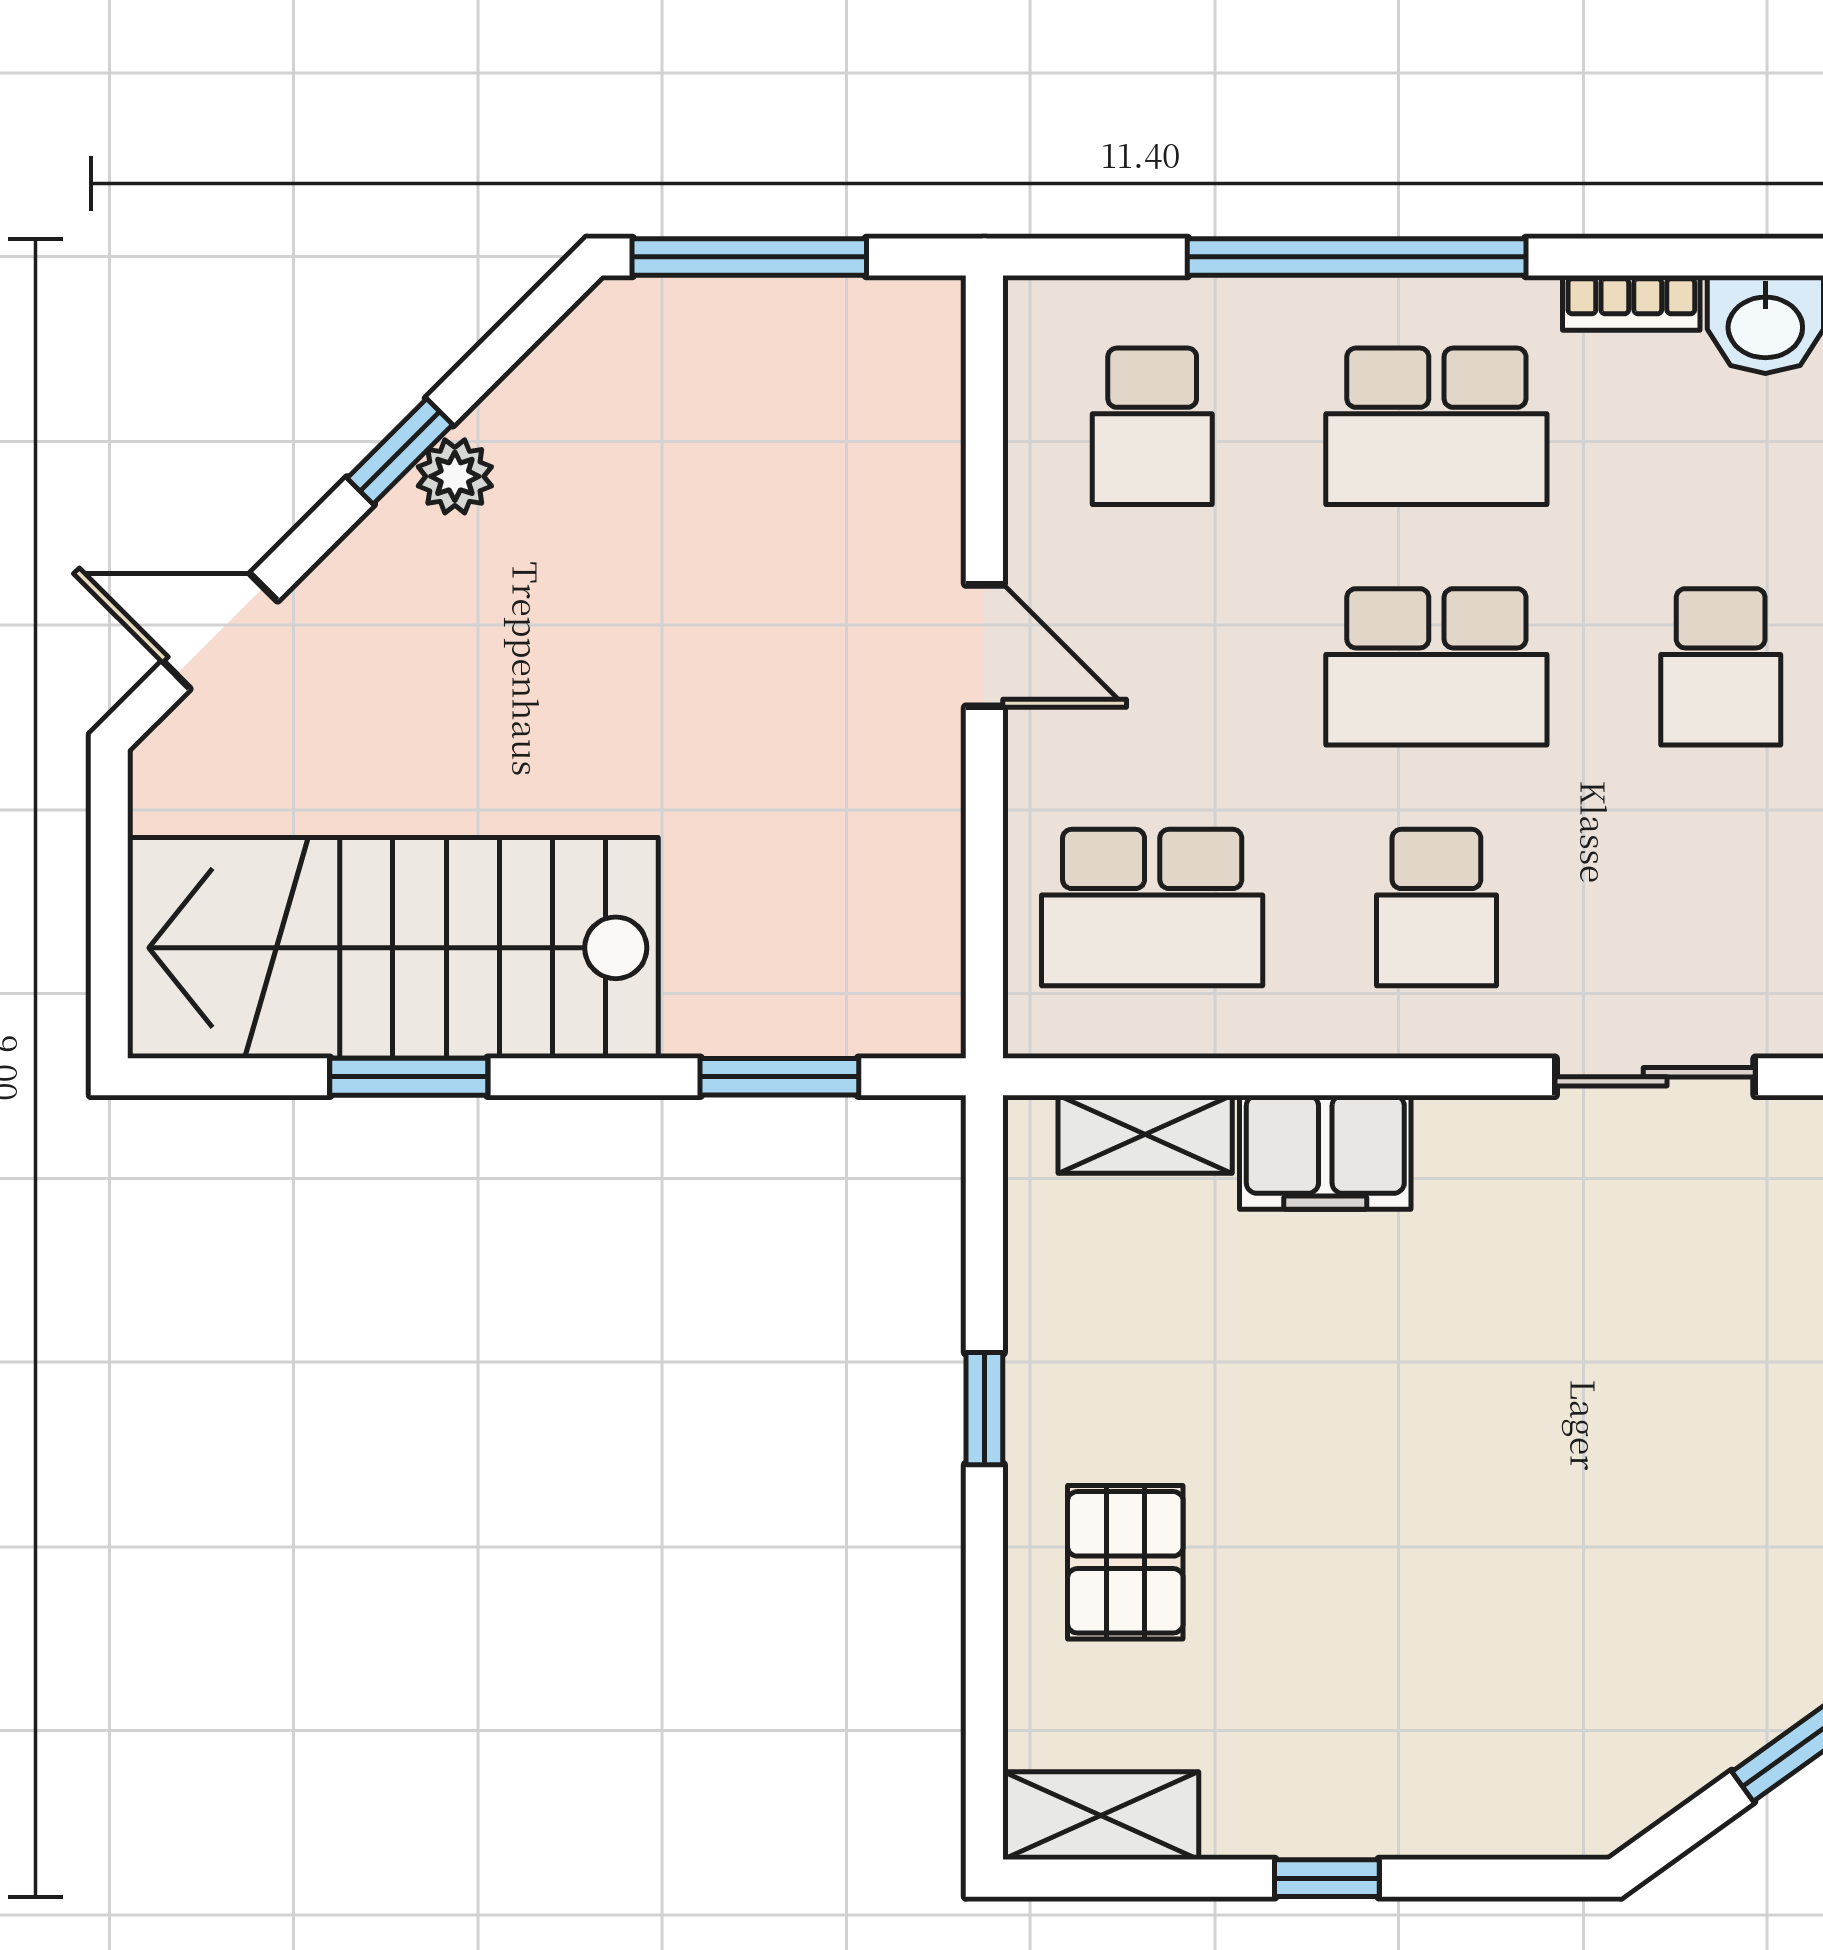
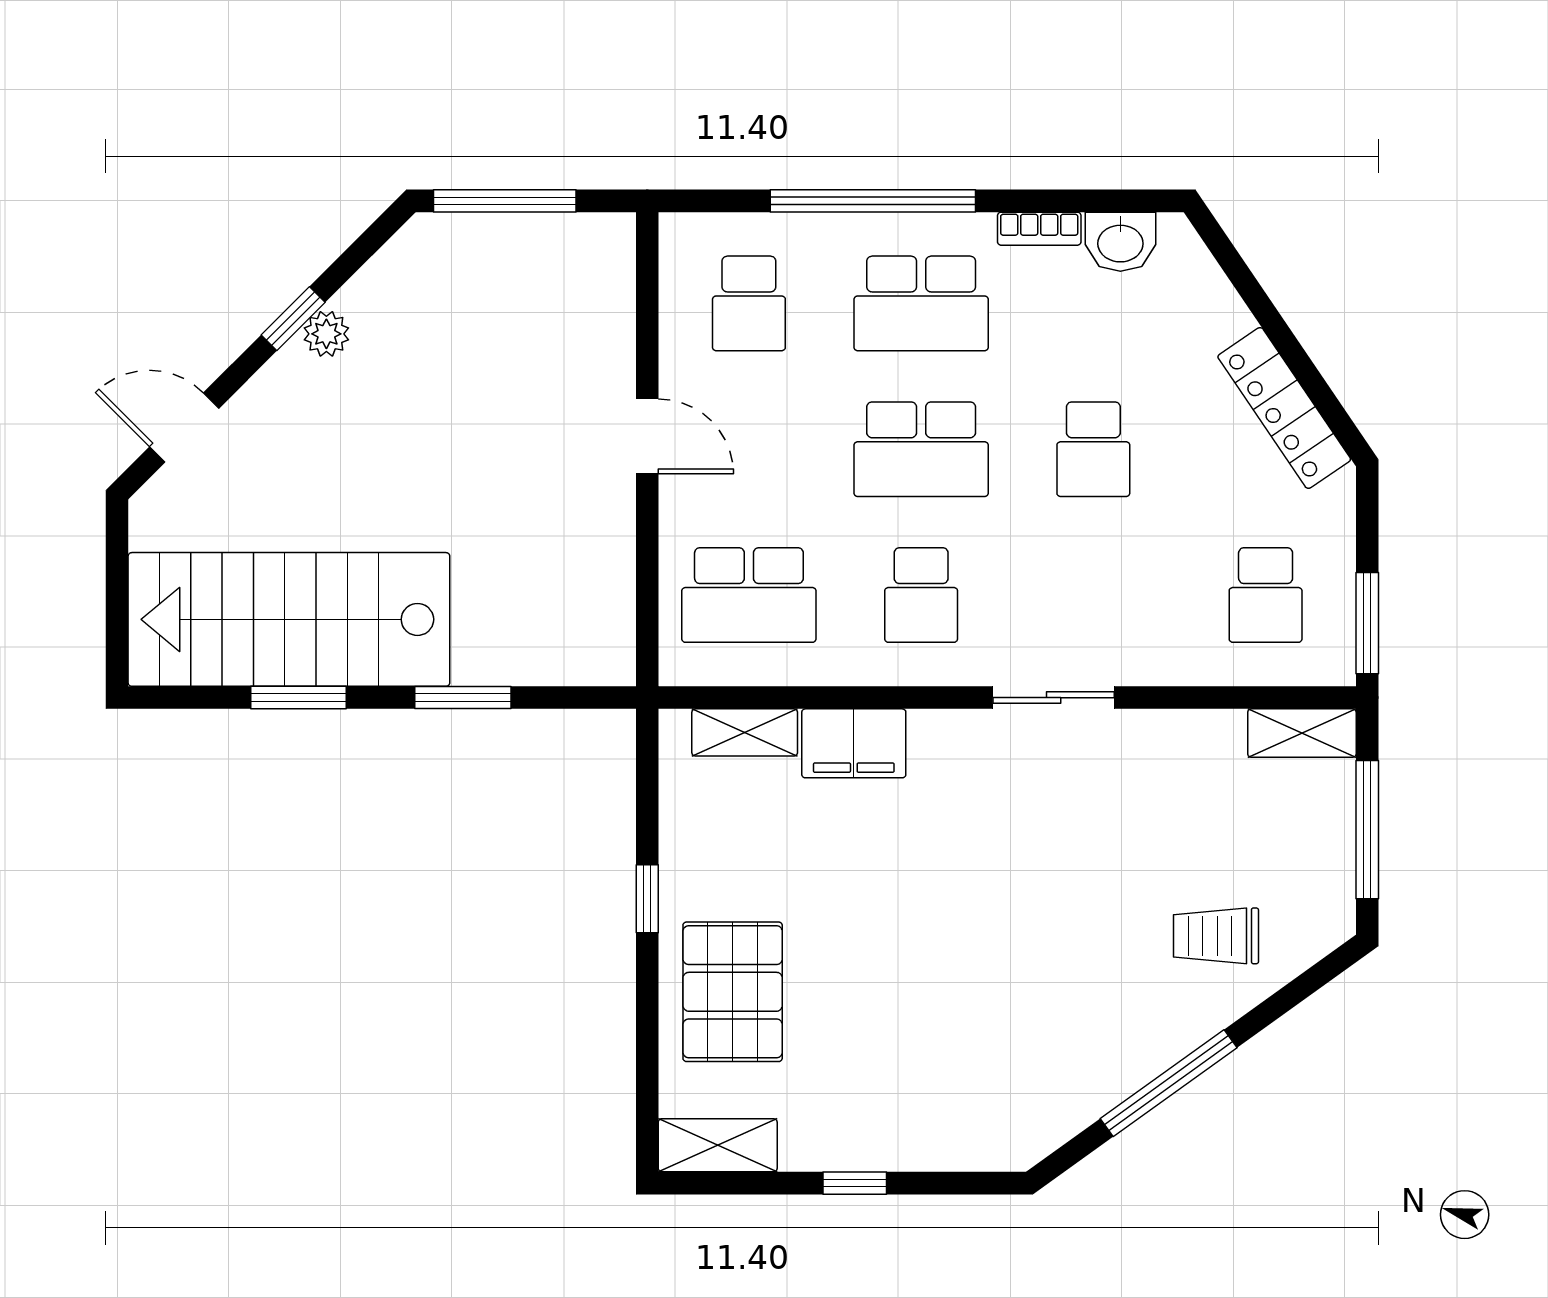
window: (779, 1077) -> (463, 698), moved
pallet: (1125, 1562) -> (733, 992), width x1.50, depth x1.42

